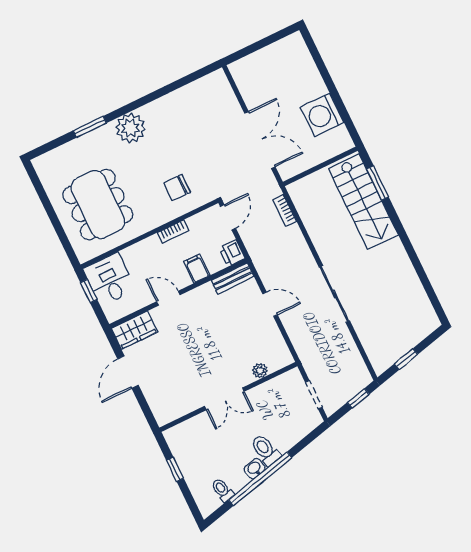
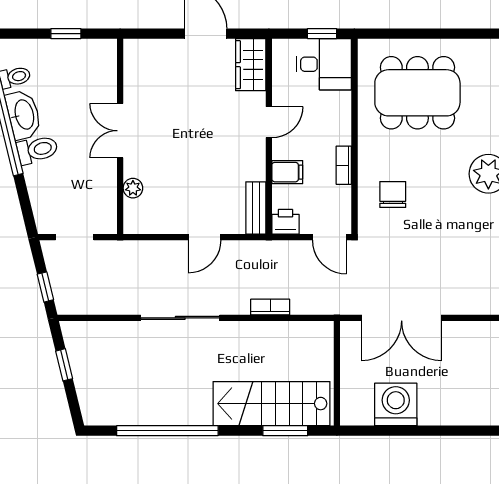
bookcase: (285, 210) -> (270, 307), moved
window: (417, 265) -> (167, 431), added
washbasin: (255, 469) -> (24, 115), width x1.91, depth x1.45

